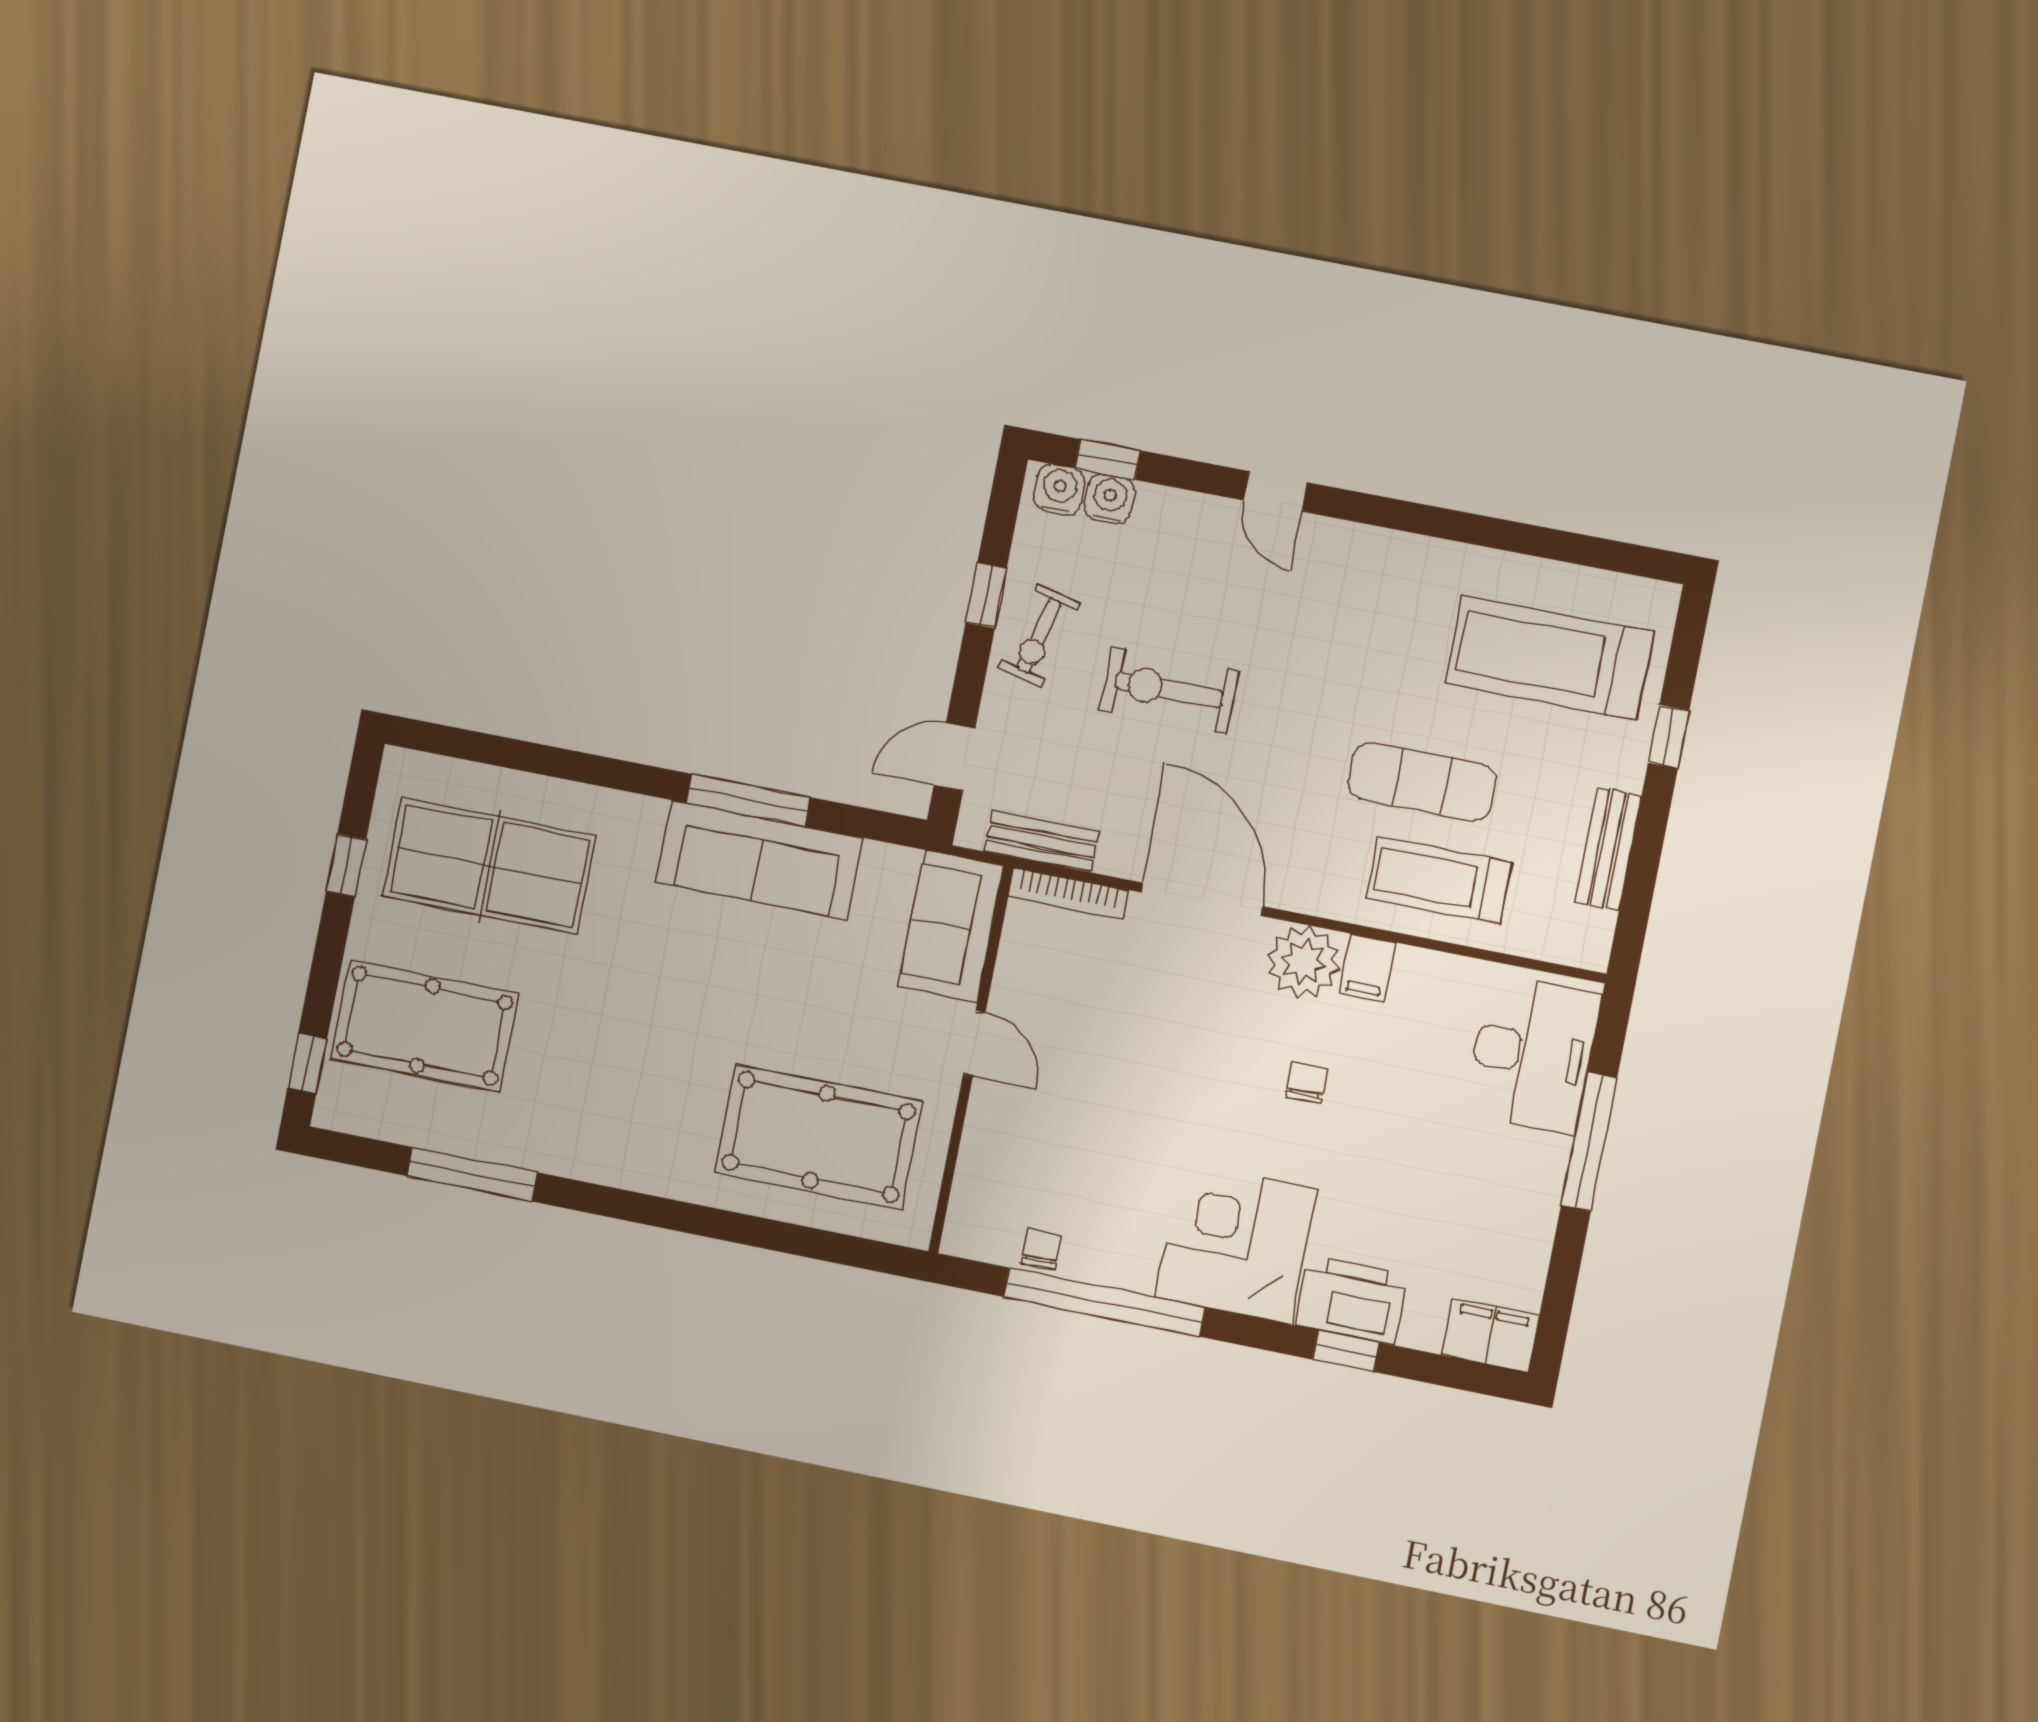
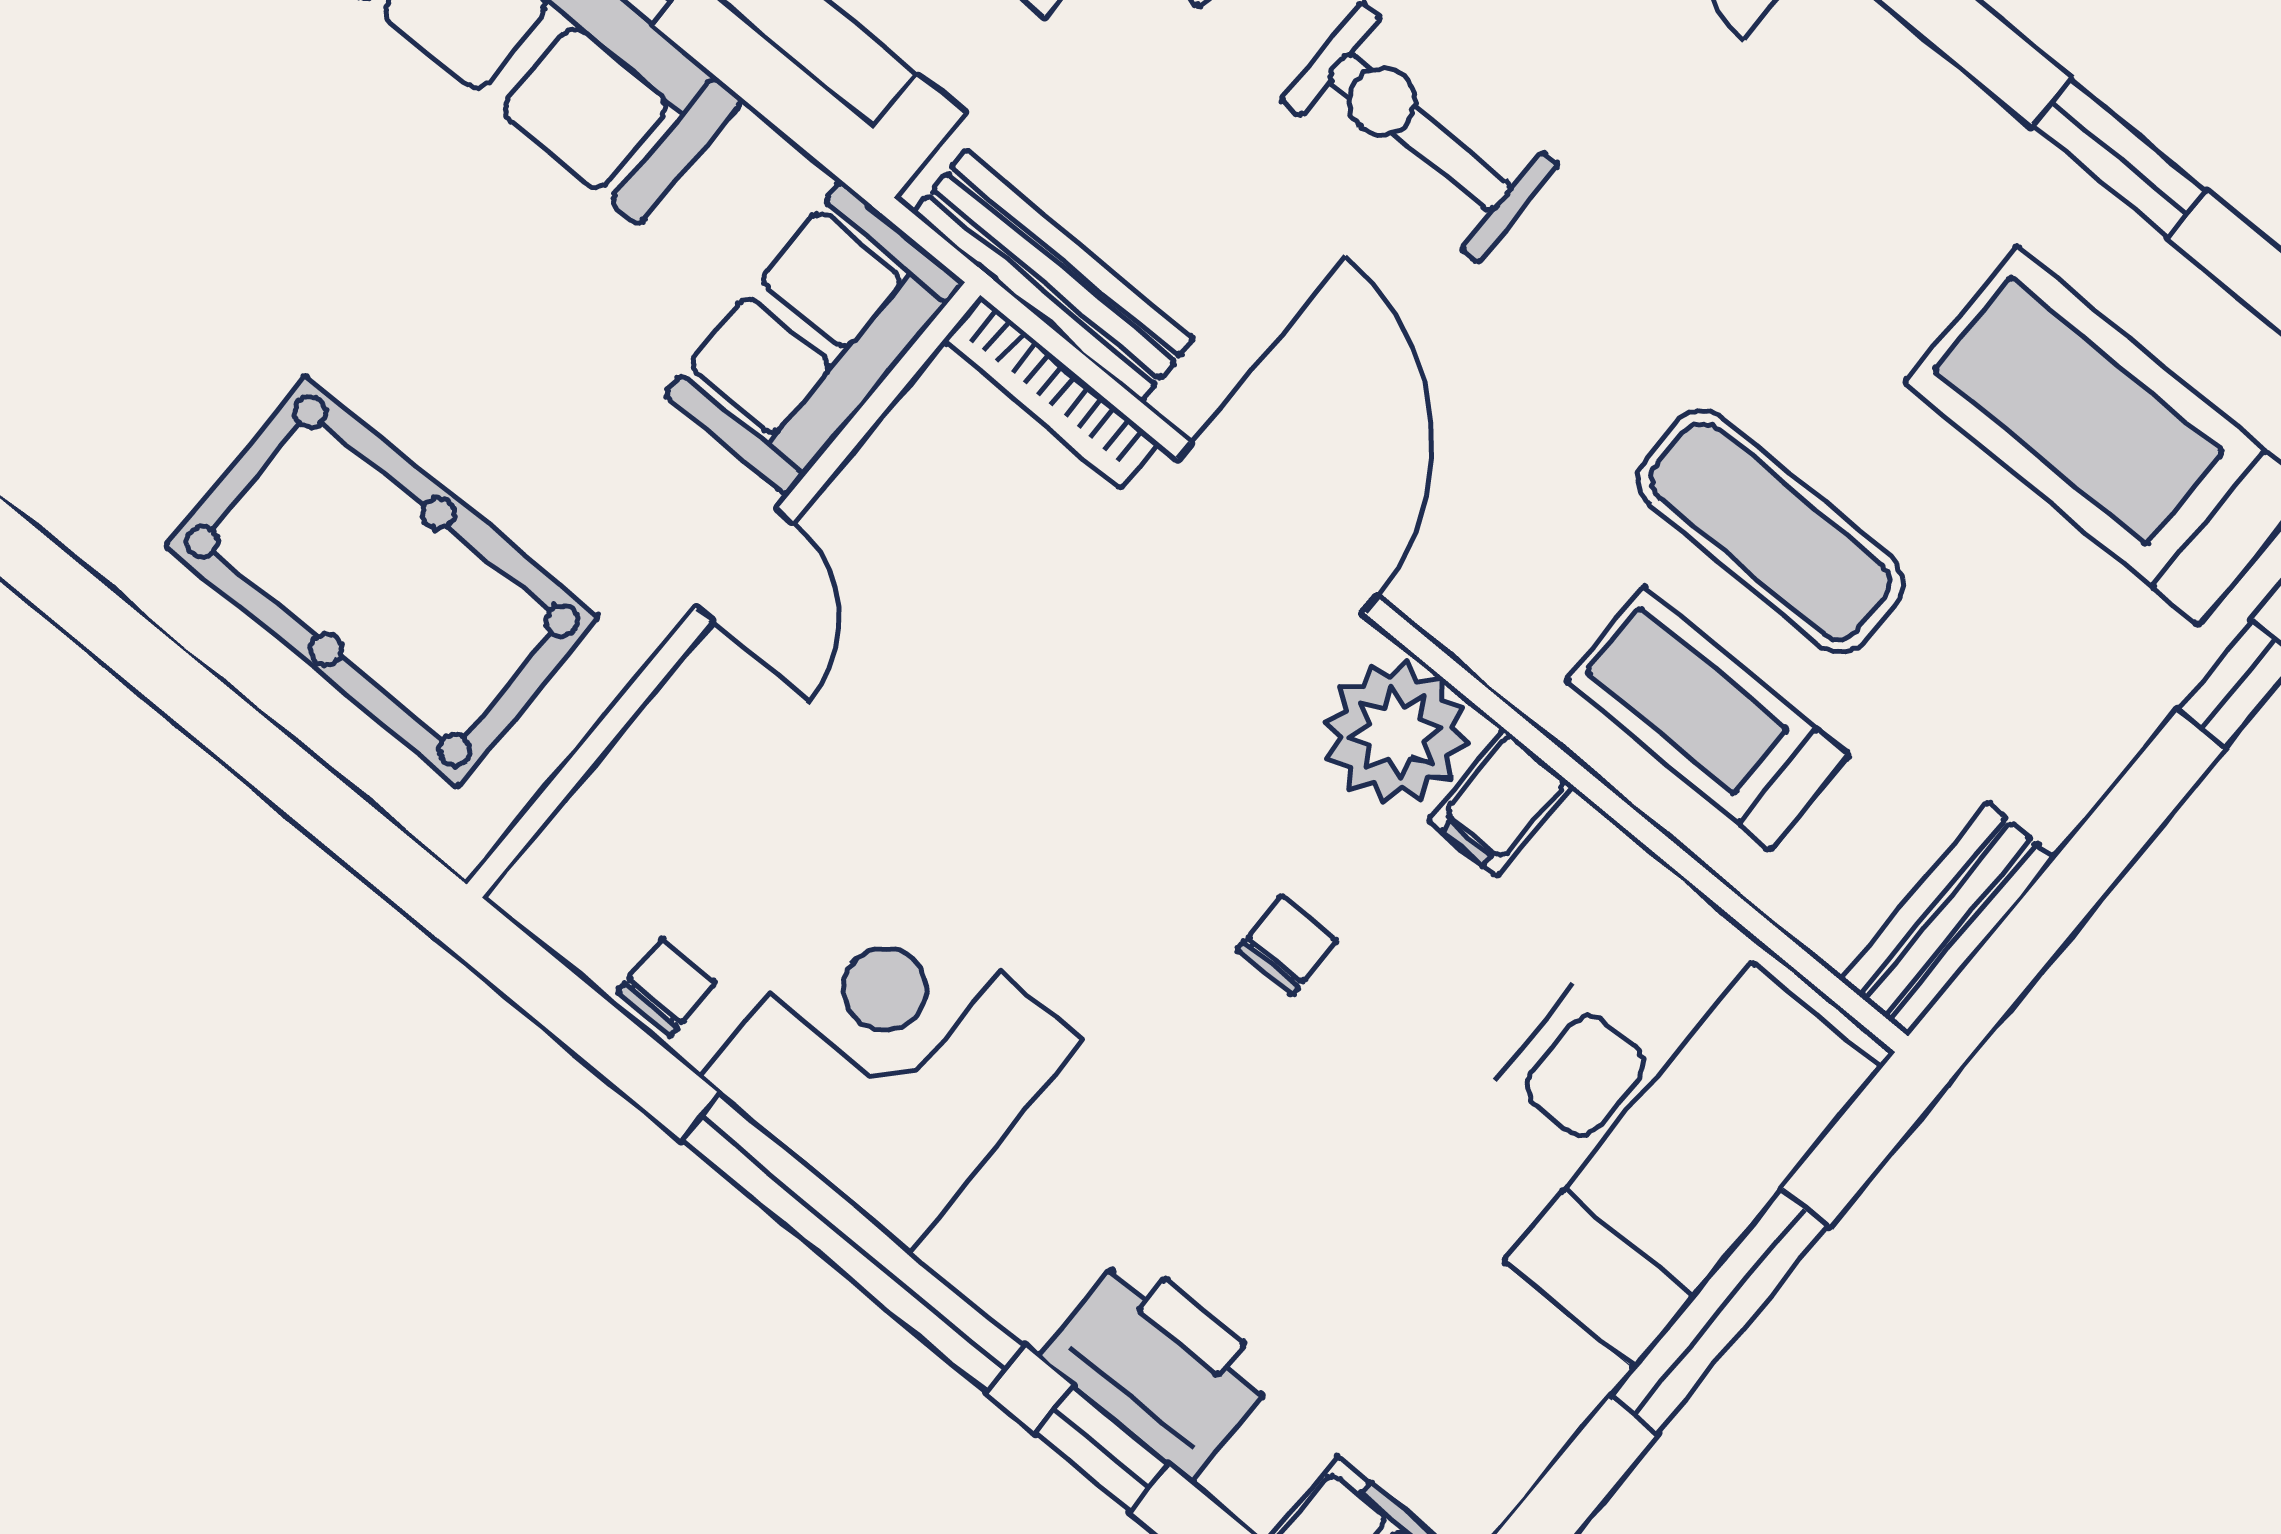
window: (1487, 532) -> (2120, 158), added
bench: (1042, 841) -> (1053, 276), width x1.36
bench: (1608, 849) -> (1948, 919), moved
desk: (1533, 1054) -> (1646, 1126), width x1.36, depth x1.30
corner desk: (1236, 1243) -> (891, 1058), moved
window: (1104, 1302) -> (853, 1243), moved

